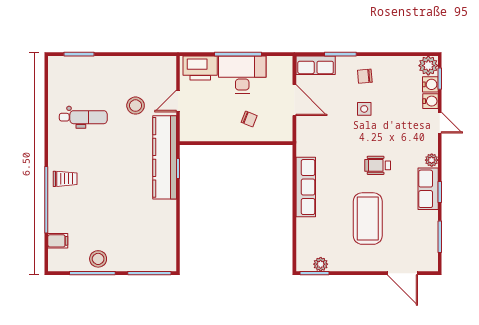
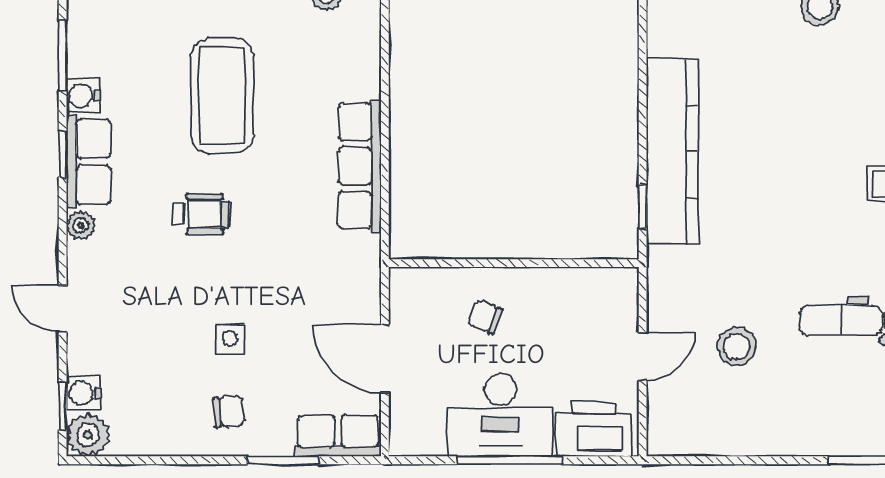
water cooler: (430, 101) -> (83, 96), moved
kitchen counter: (165, 157) -> (672, 151), moved

